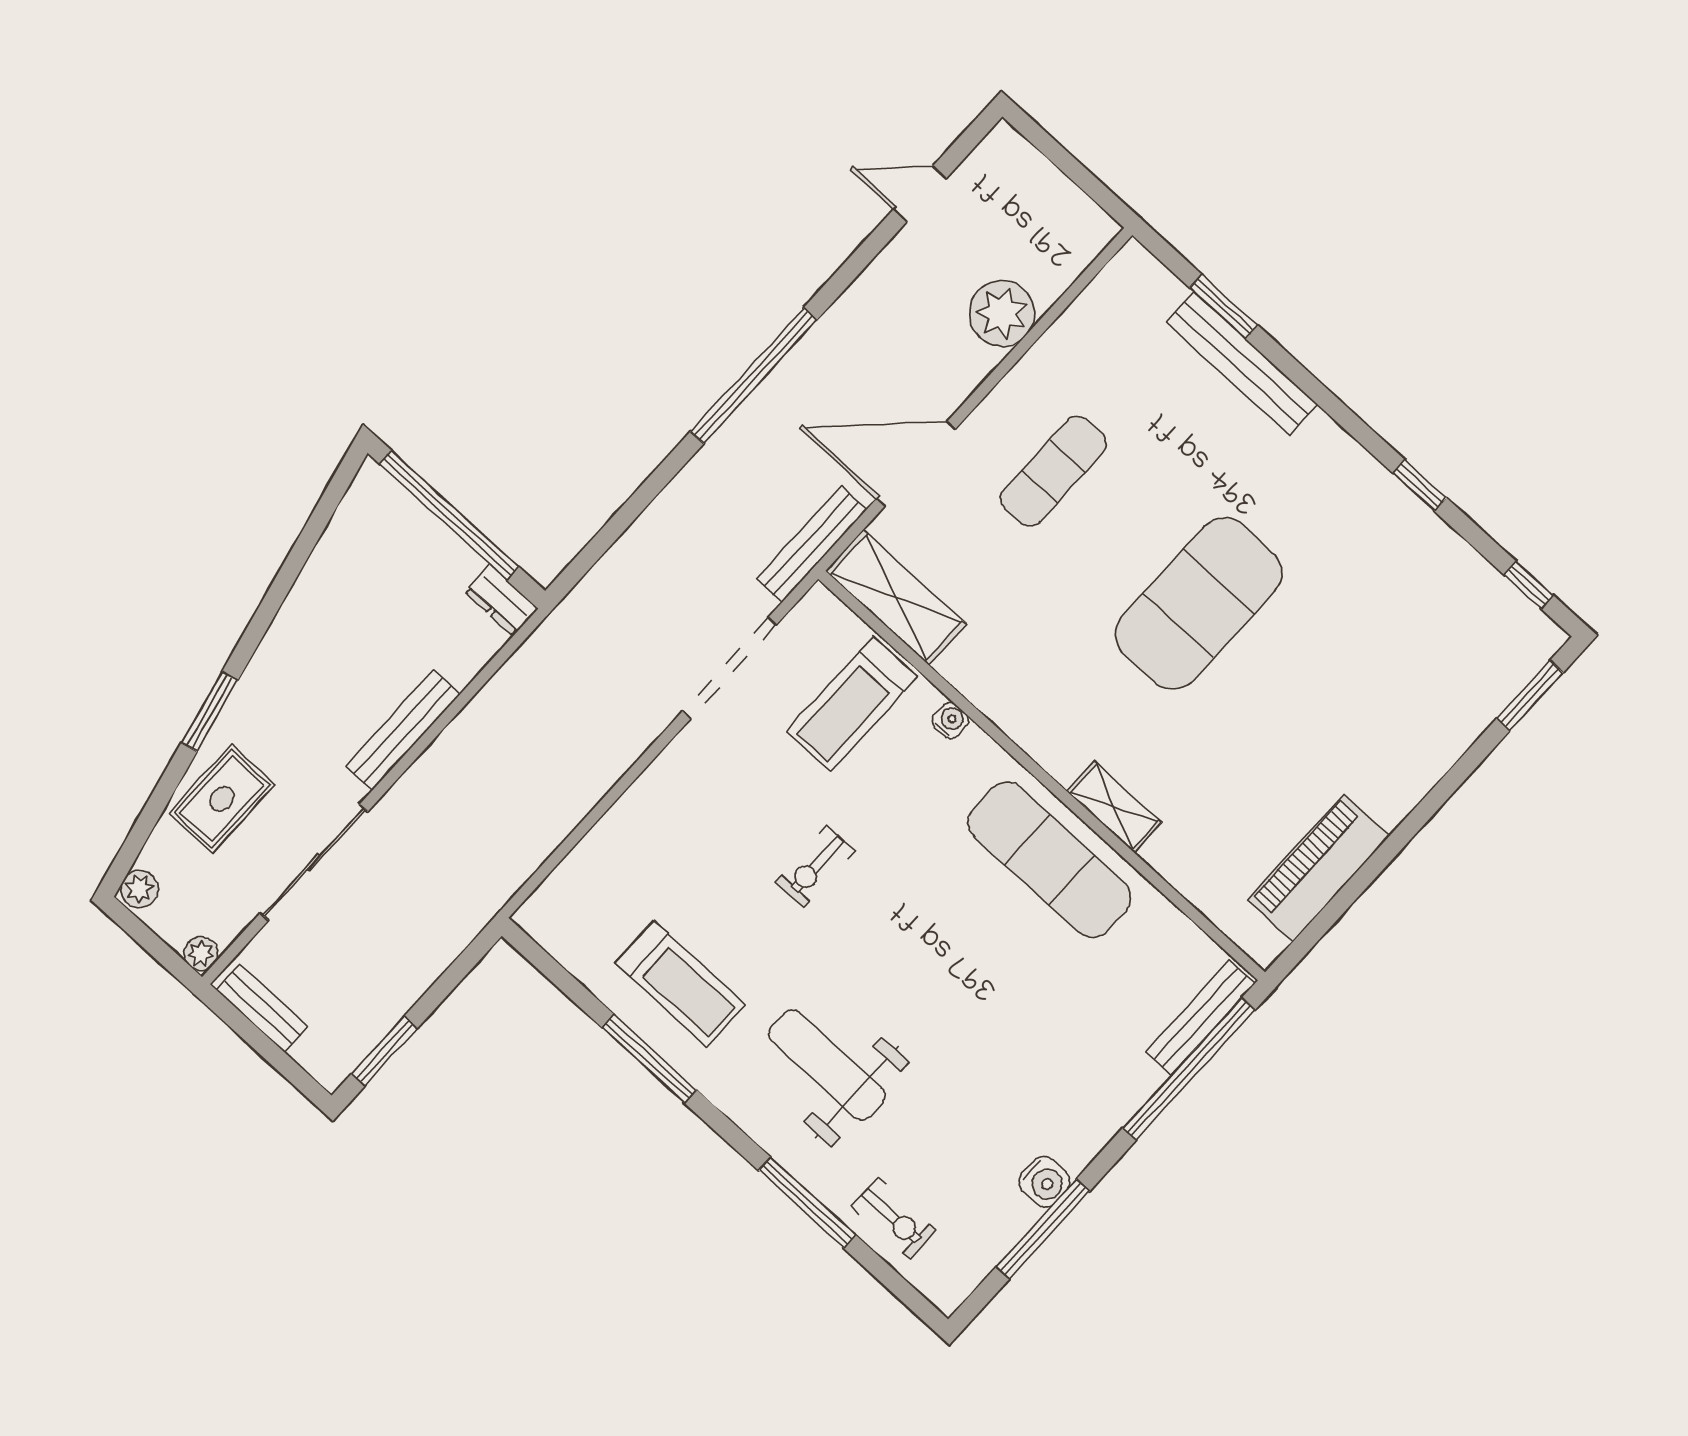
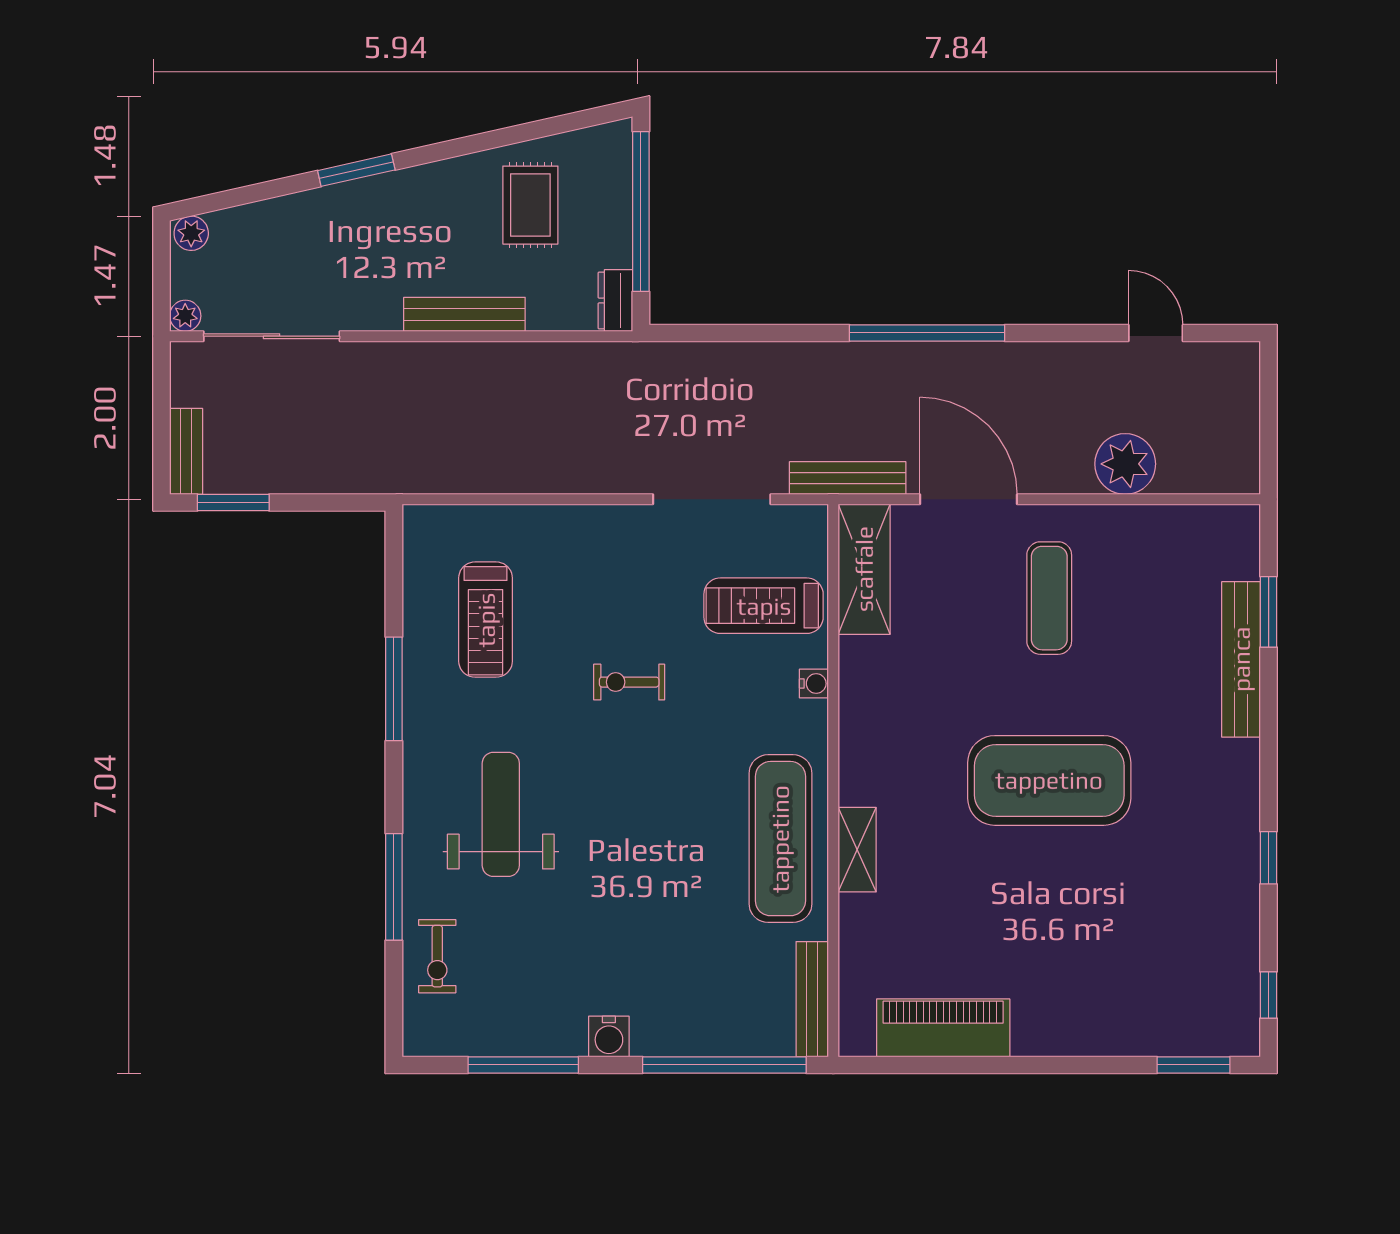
exercise mat: (1053, 471) -> (1049, 598), turned 90
rug: (222, 799) -> (530, 205), moved, turned 90
sliding door: (314, 863) -> (272, 336), moved
treadmill: (680, 984) -> (486, 620), moved
bench: (262, 1008) -> (186, 451), moved
bench: (1200, 1018) -> (812, 999), moved, turned 90
water cooler: (1044, 1182) -> (609, 1037), moved

